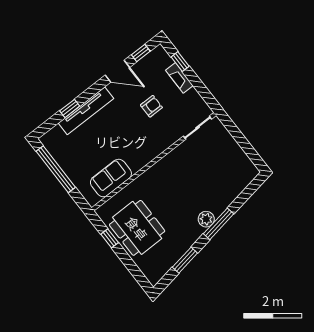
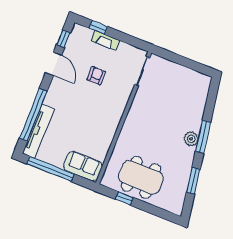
door: (117, 71) -> (54, 64), hinge flipped
window: (70, 108) -> (33, 115), width x3.17
tv unit: (86, 111) -> (38, 131), moved
sofa: (111, 178) -> (83, 166), moved, turned 90

